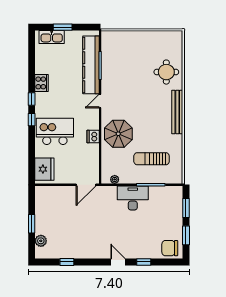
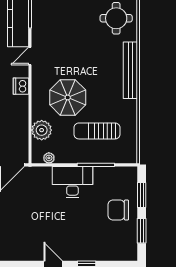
parasol: (118, 134) -> (68, 97), moved
dishwasher: (93, 136) -> (21, 86), moved
plant: (109, 158) -> (42, 130), added
chair: (170, 248) -> (118, 210), moved

